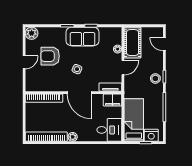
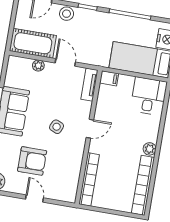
armchair: (50, 56) -> (32, 161), turned -90
stool: (155, 78) -> (67, 14), moved
door: (80, 93) -> (90, 129), width x0.53
filing cabinet: (113, 100) -> (109, 78), width x0.50

